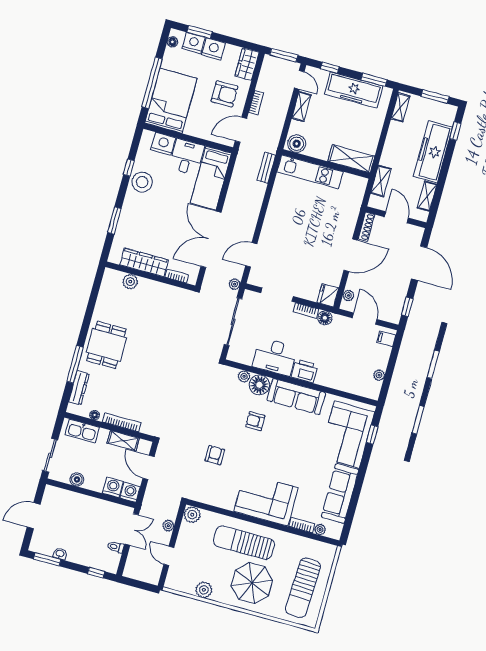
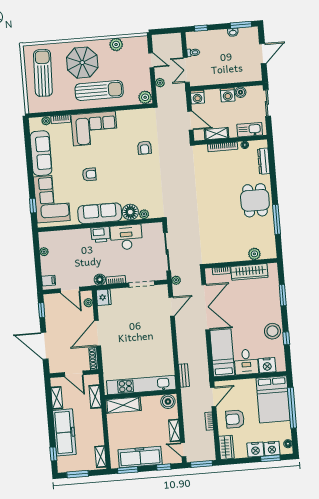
kitchen unit: (310, 172) -> (141, 385), width x1.36
window: (75, 364) -> (276, 219), moved
armchair: (255, 421) -> (89, 174), moved
washing machine: (113, 487) -> (228, 95), moved

